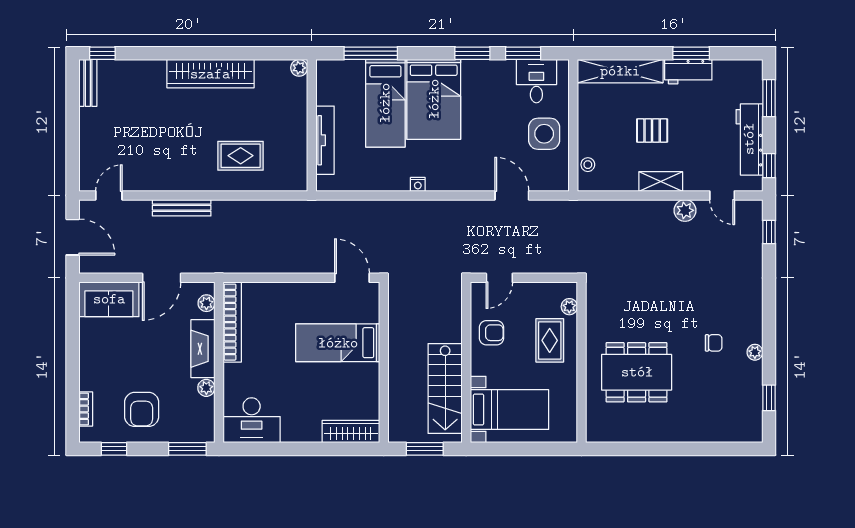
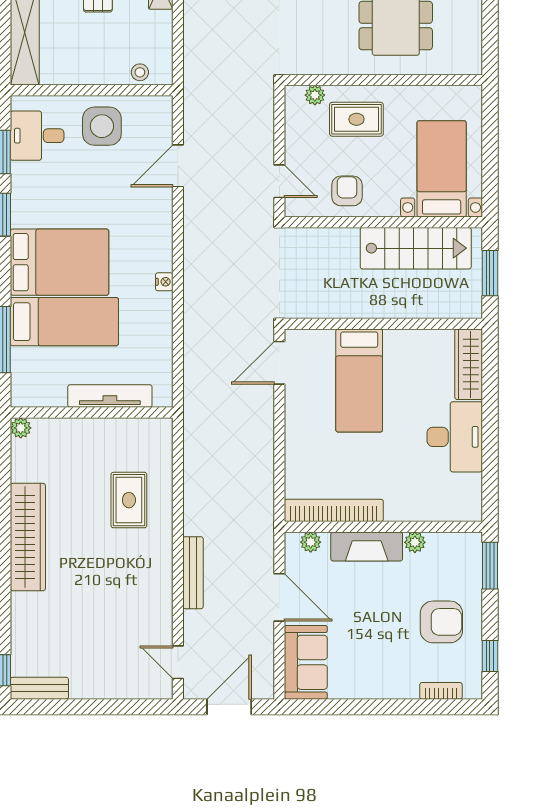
desk: (252, 420) -> (455, 437), moved

